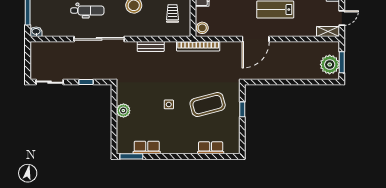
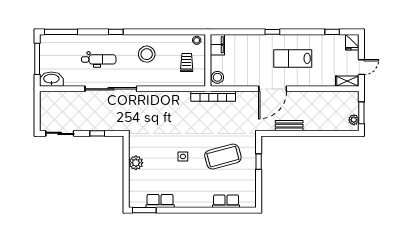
washbasin: (36, 32) -> (51, 79), width x1.91, depth x1.45
bench: (151, 46) -> (289, 126), moved
plant: (330, 65) -> (354, 120), width x0.53, depth x0.53

